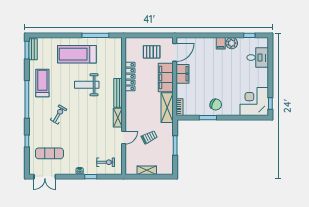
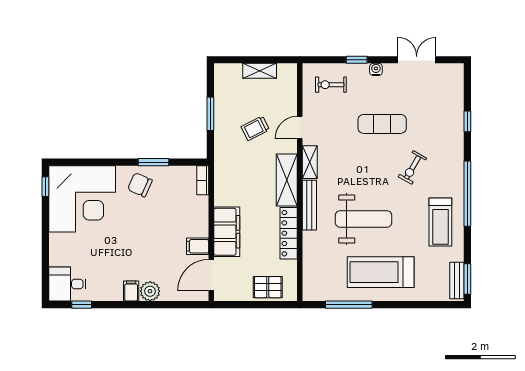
plant: (232, 43) -> (150, 291), moved
pallet: (152, 52) -> (268, 287), moved
treadmill: (77, 54) -> (381, 272), turned 180
desk: (258, 58) -> (67, 284), moved
filing cabinet: (182, 74) -> (198, 246), width x0.50
weight bench: (87, 85) -> (364, 219), width x1.36, depth x1.33
corner desk: (254, 101) -> (82, 199), width x1.36, depth x1.36
shelving: (167, 108) -> (287, 180), moved
exercise mat: (49, 153) -> (382, 124), moved
double door: (45, 177) -> (417, 60), moved

